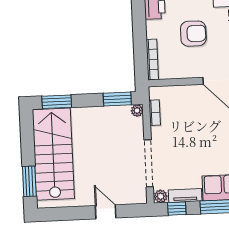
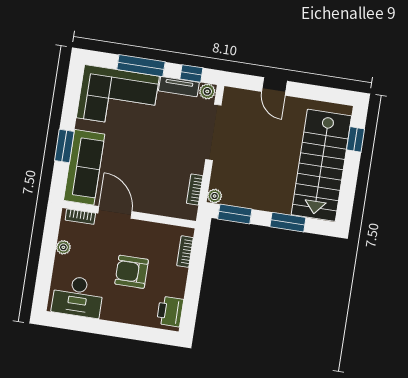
bookcase: (152, 59) -> (185, 252), width x0.64
window: (57, 102) -> (288, 222), moved
window: (29, 181) -> (355, 139), width x0.67

